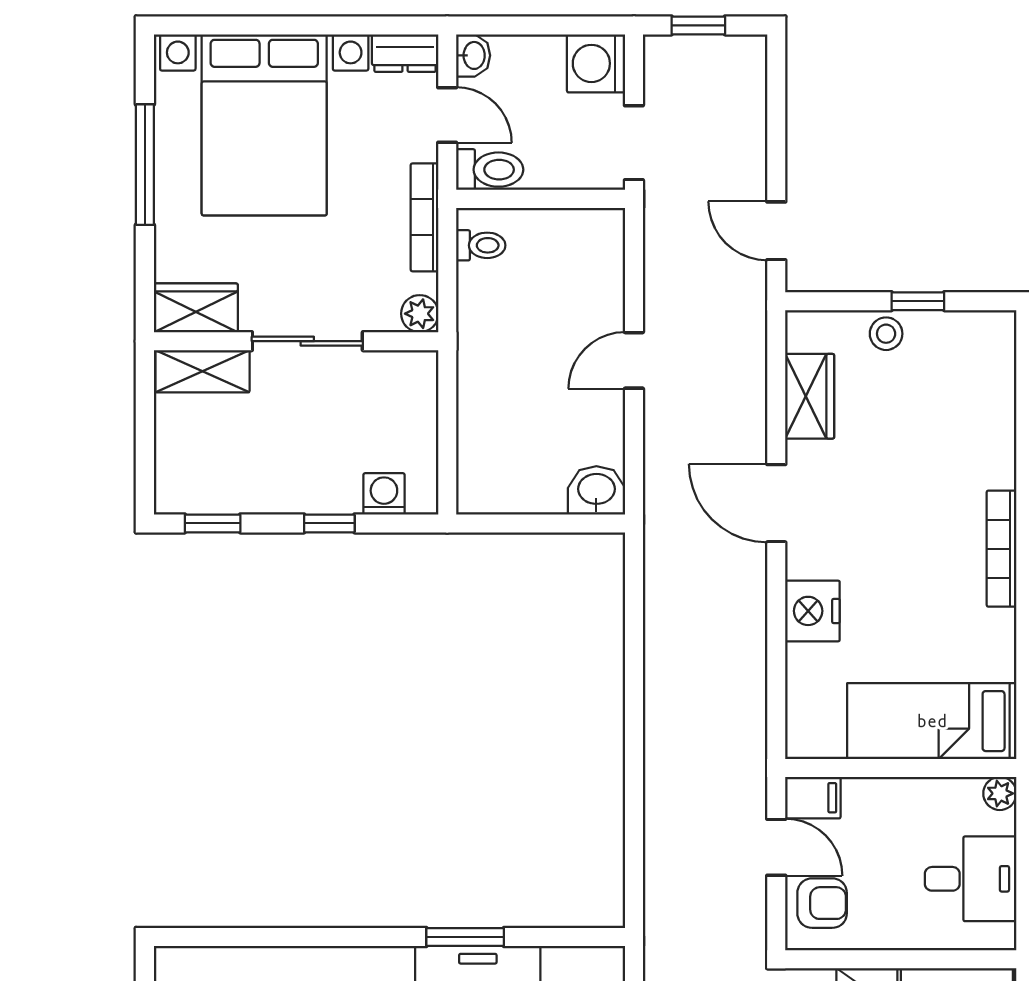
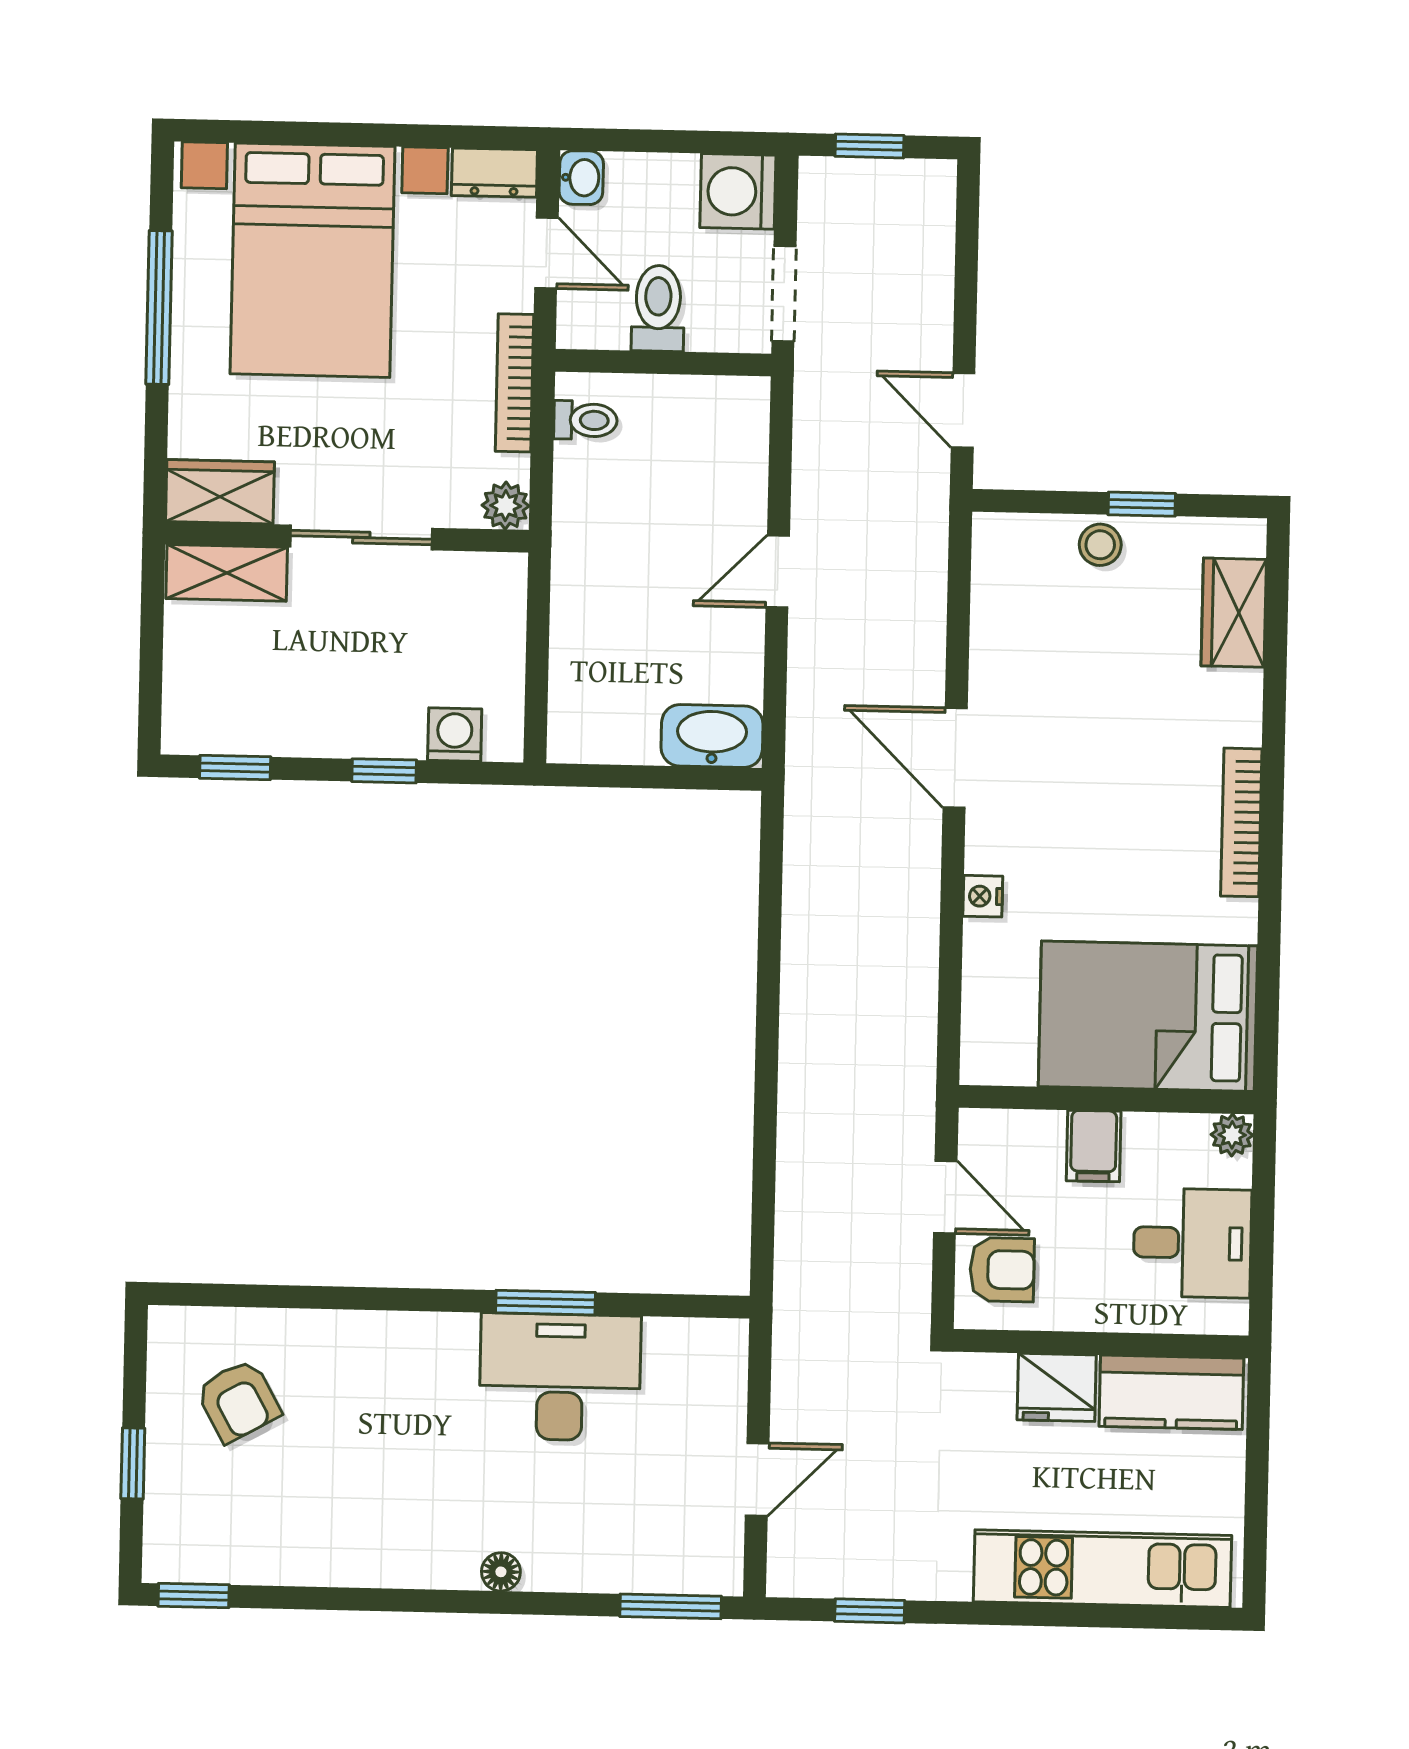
toilet: (490, 170) -> (658, 308), moved, turned -90
wardrobe: (810, 396) -> (1234, 613), moved, turned 180
washbasin: (596, 490) -> (712, 736), width x1.38
nightstand: (812, 611) -> (983, 896), width x0.53, depth x0.56
bed: (932, 721) -> (1148, 1016), width x1.50
filing cabinet: (813, 798) -> (1094, 1146), moved, turned 90

